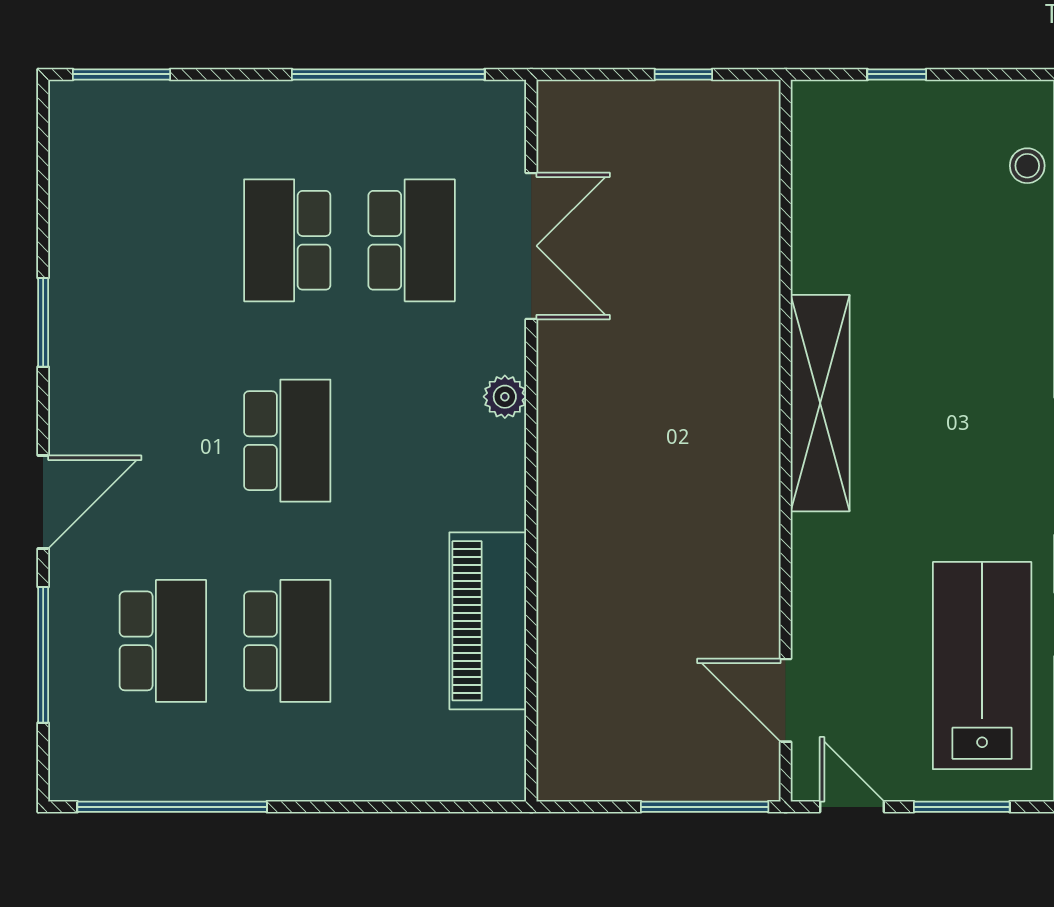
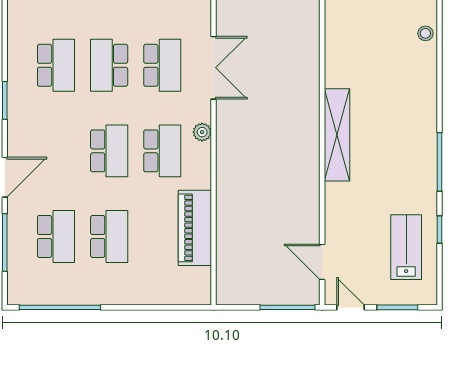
school desk: (163, 240) -> (56, 65), added
school desk: (412, 441) -> (162, 151), added
lab bench: (982, 666) -> (406, 247), width x0.73, depth x0.72

